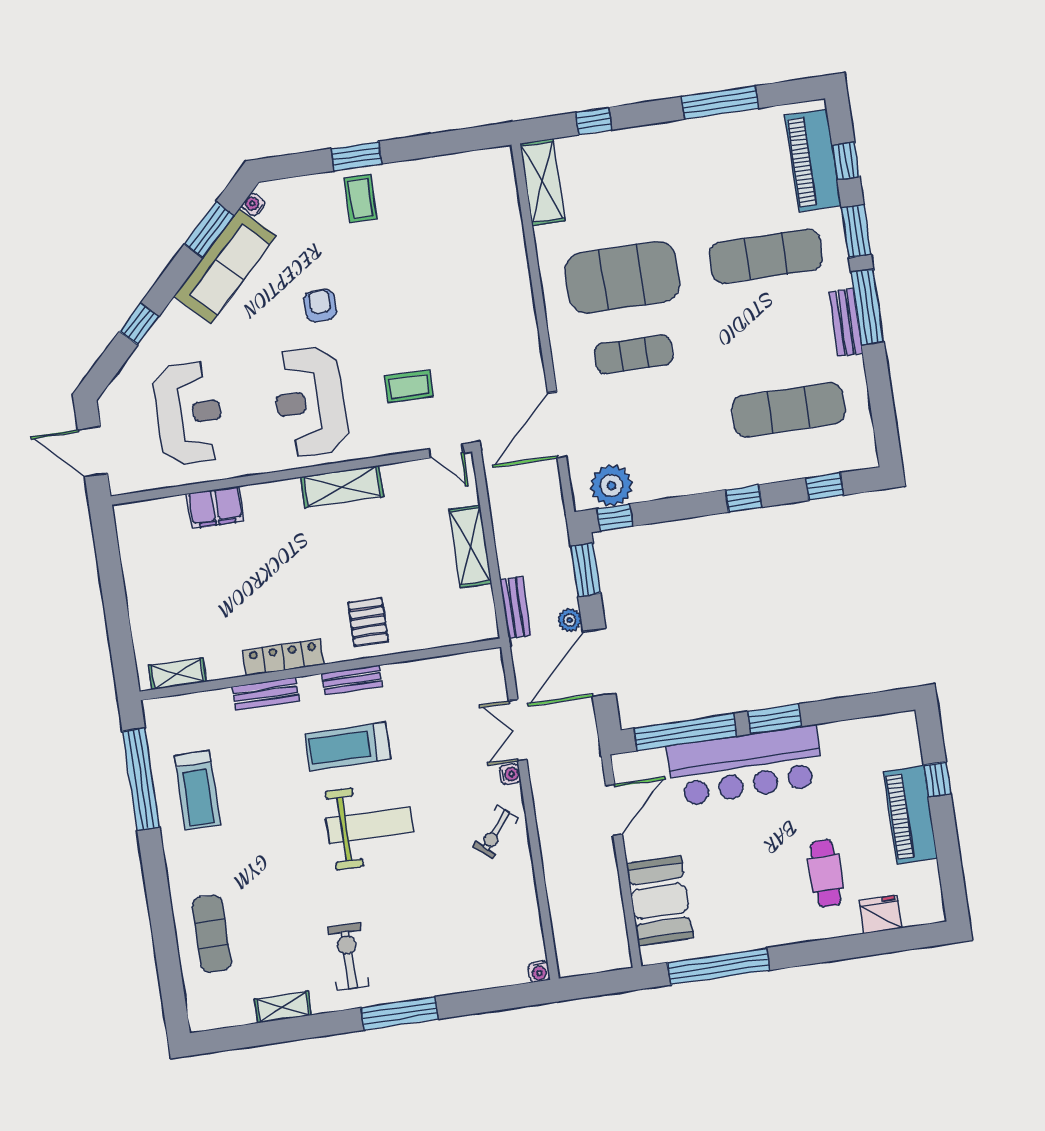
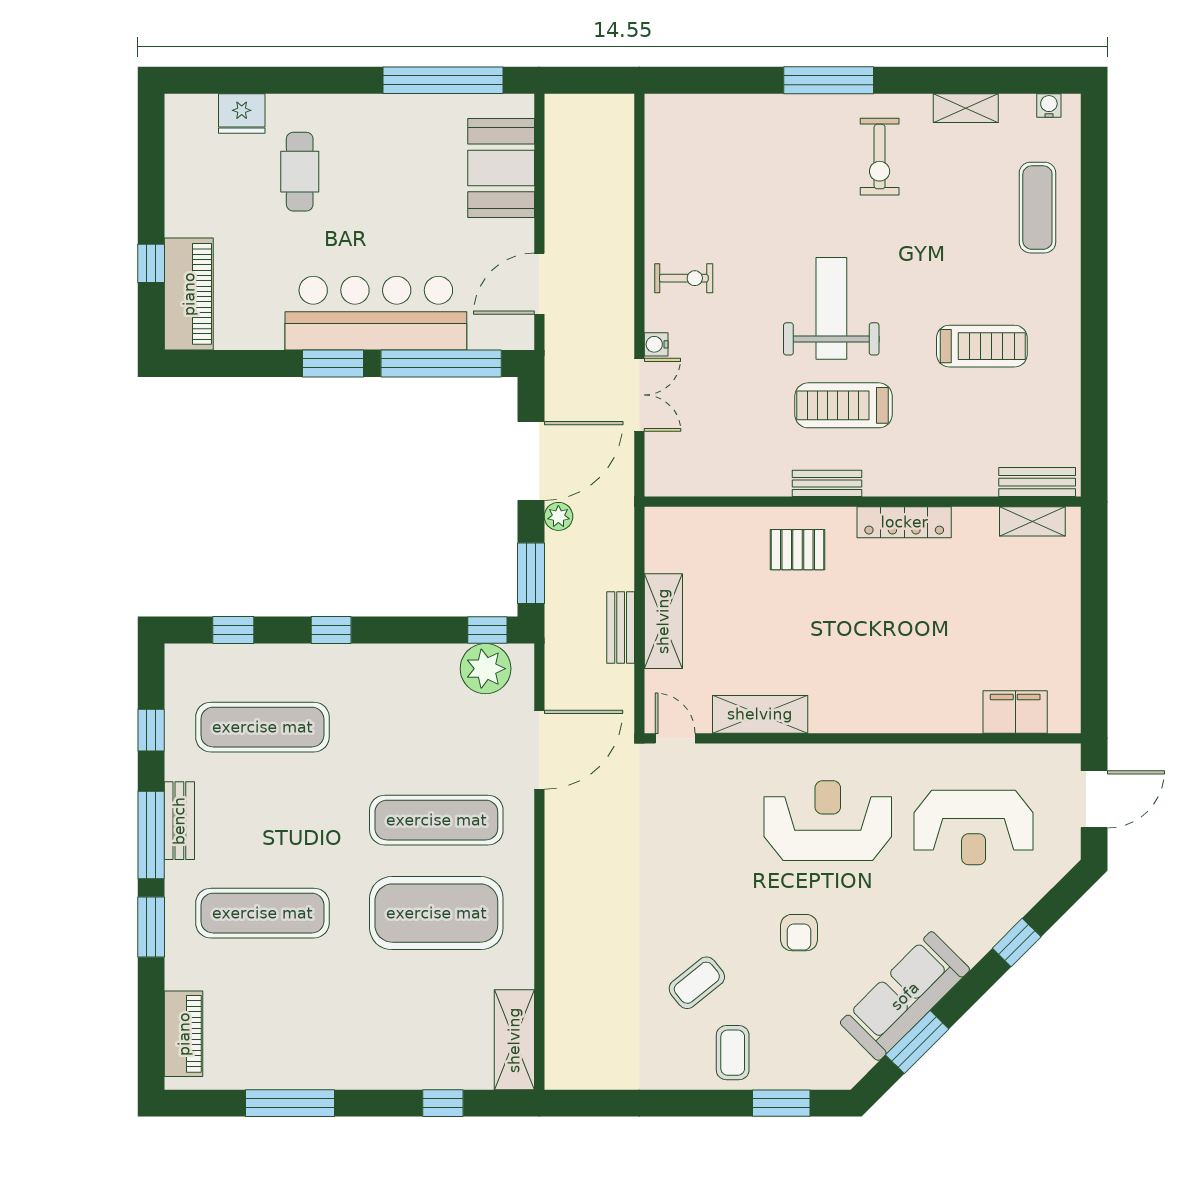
window: (356, 156) -> (781, 1103), moved
piano: (813, 161) -> (184, 1034), width x0.73, depth x0.75
window: (846, 161) -> (151, 730), moved
water cooler: (253, 205) -> (860, 1064), removed
exercise mat: (634, 354) -> (436, 820), width x1.36, depth x1.45
coffee table: (409, 386) -> (697, 983), moved, turned -40
reception desk: (310, 402) -> (828, 821), turned -90
reception desk: (189, 414) -> (974, 828), turned -90
door: (93, 452) -> (1094, 799), hinge flipped
shelving: (342, 487) -> (760, 714), moved
filing cabinet: (215, 507) -> (1015, 712), moved
bench: (515, 608) -> (621, 628), moved
pallet: (368, 622) -> (798, 550), turned 90
bench: (266, 694) -> (1037, 482), moved
treadmill: (348, 747) -> (843, 405), turned 180
window: (141, 779) -> (1094, 403), removed
treadmill: (197, 790) -> (982, 346), moved, turned 90
piano: (911, 815) -> (189, 294), moved
weight bench: (370, 825) -> (831, 308), turned 90
exercise bike: (495, 832) -> (684, 278), turned 50
water cooler: (539, 972) -> (1049, 105), moved

